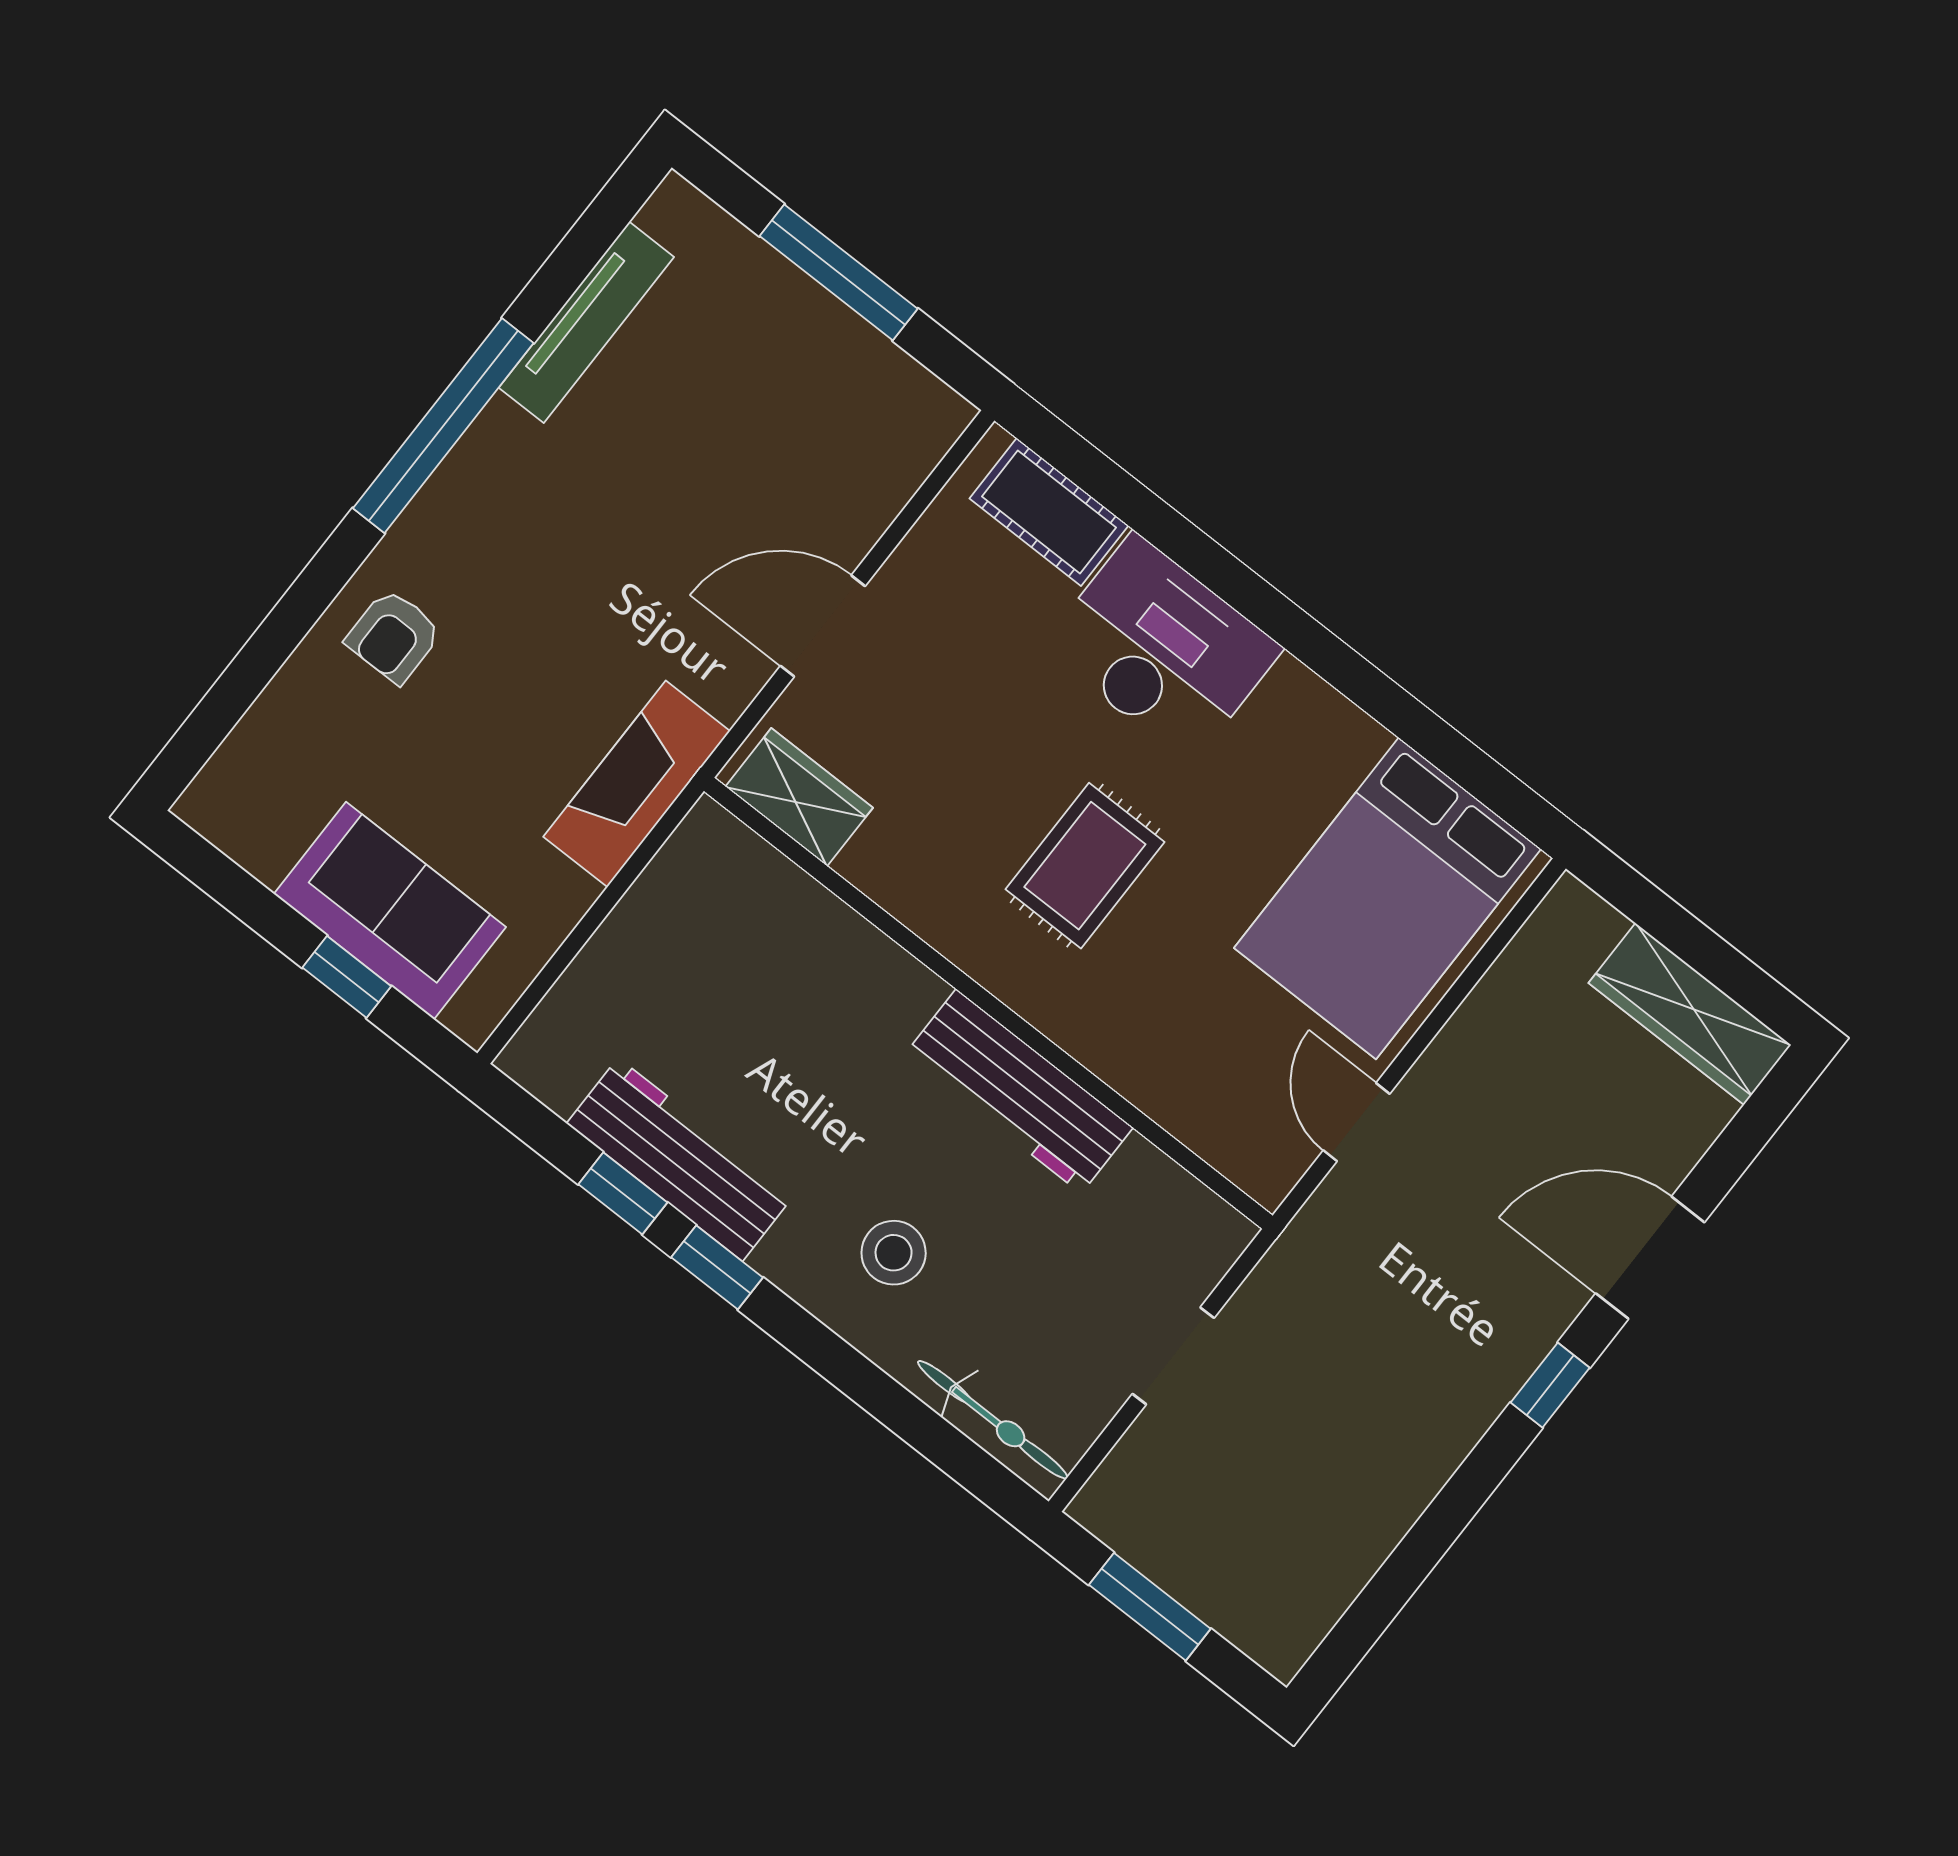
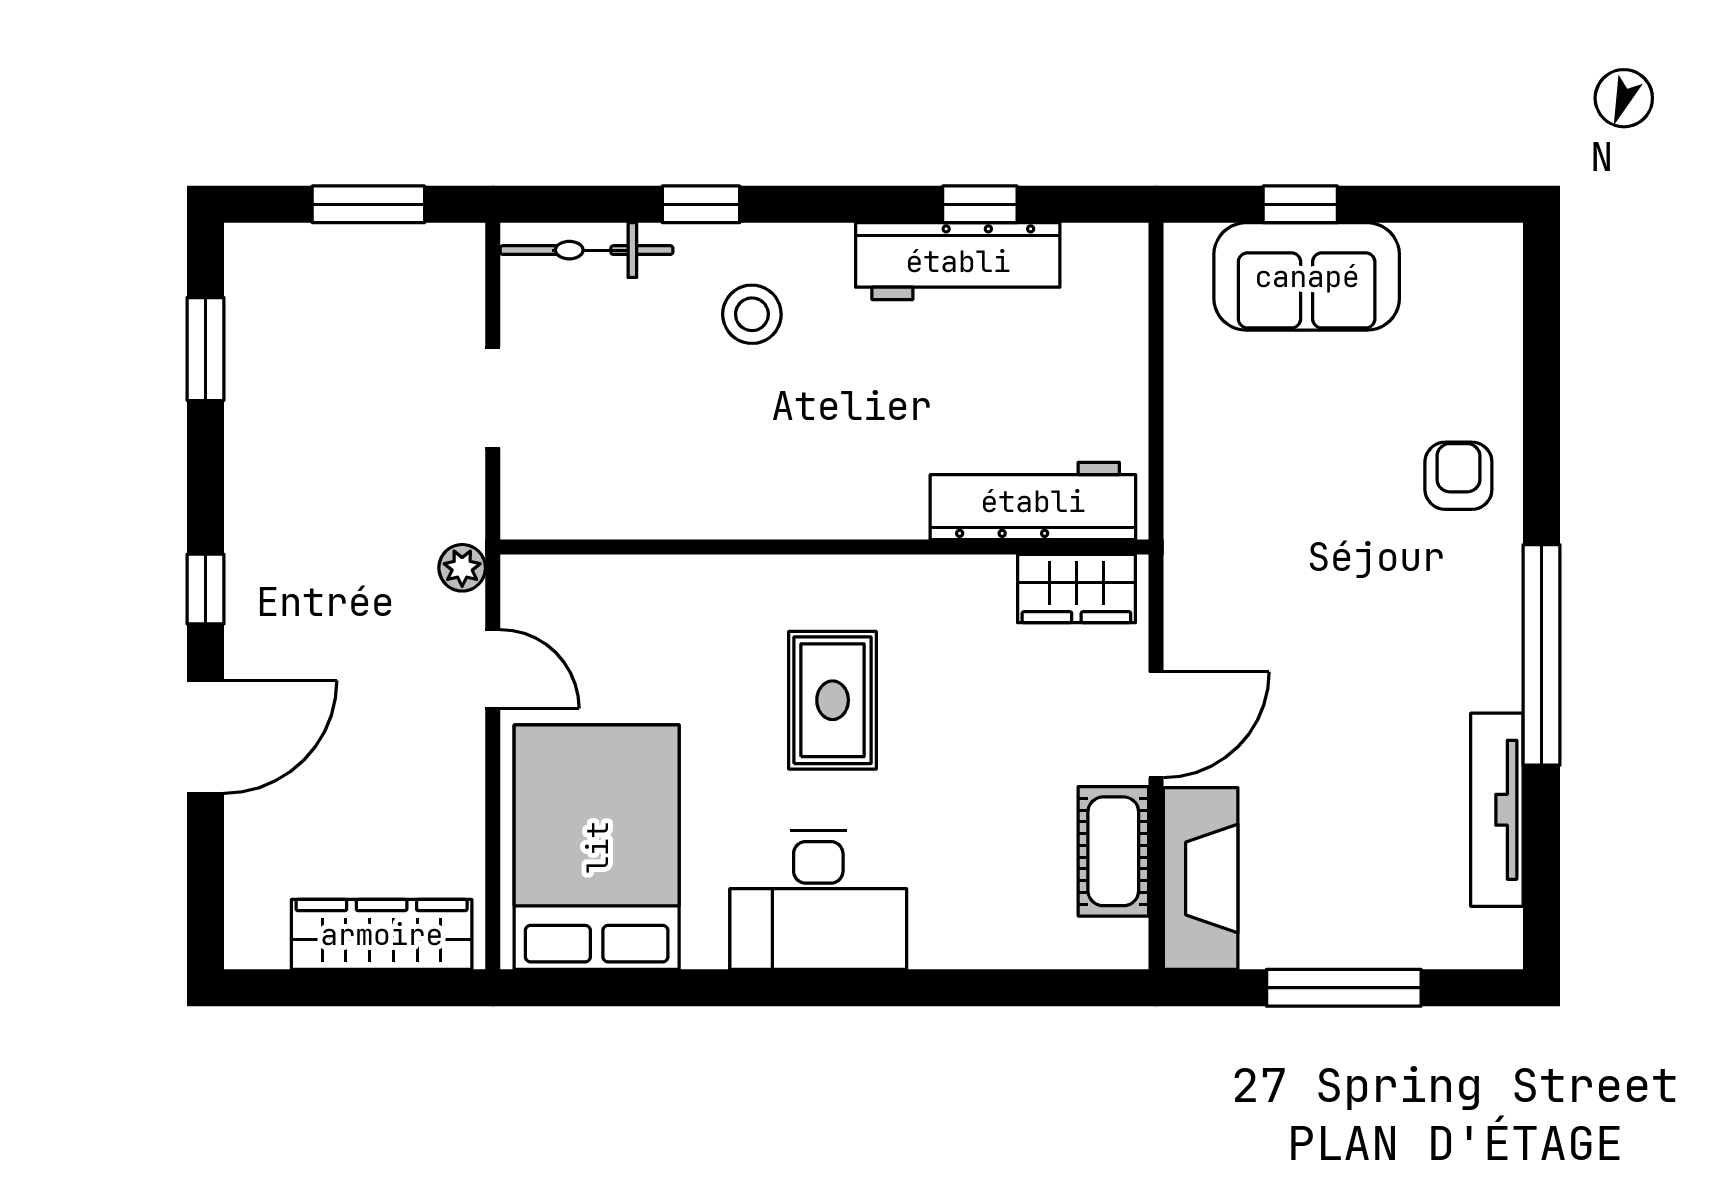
cot: (1049, 512) -> (1113, 851), moved, turned 90
desk: (1162, 648) -> (818, 900), moved
fireplace: (637, 784) -> (1201, 879), moved
wardrobe: (1690, 1014) -> (382, 934), moved
workbench: (1019, 1091) -> (1033, 501), moved
plant: (1315, 1230) -> (462, 568), added
window: (717, 1267) -> (701, 204), moved
window: (1388, 1592) -> (206, 349), added

